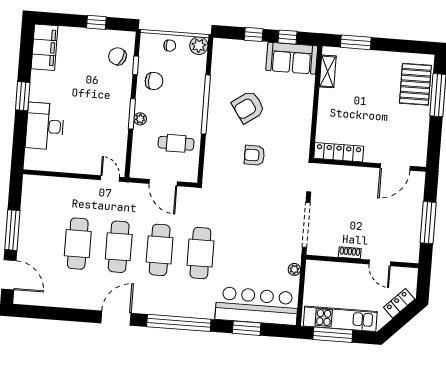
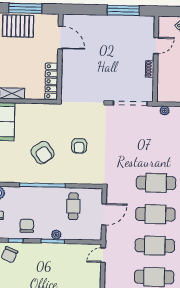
locker: (339, 152) -> (51, 81), moved
wall: (370, 165) -> (60, 57), moved
door: (395, 167) -> (60, 37), moved

